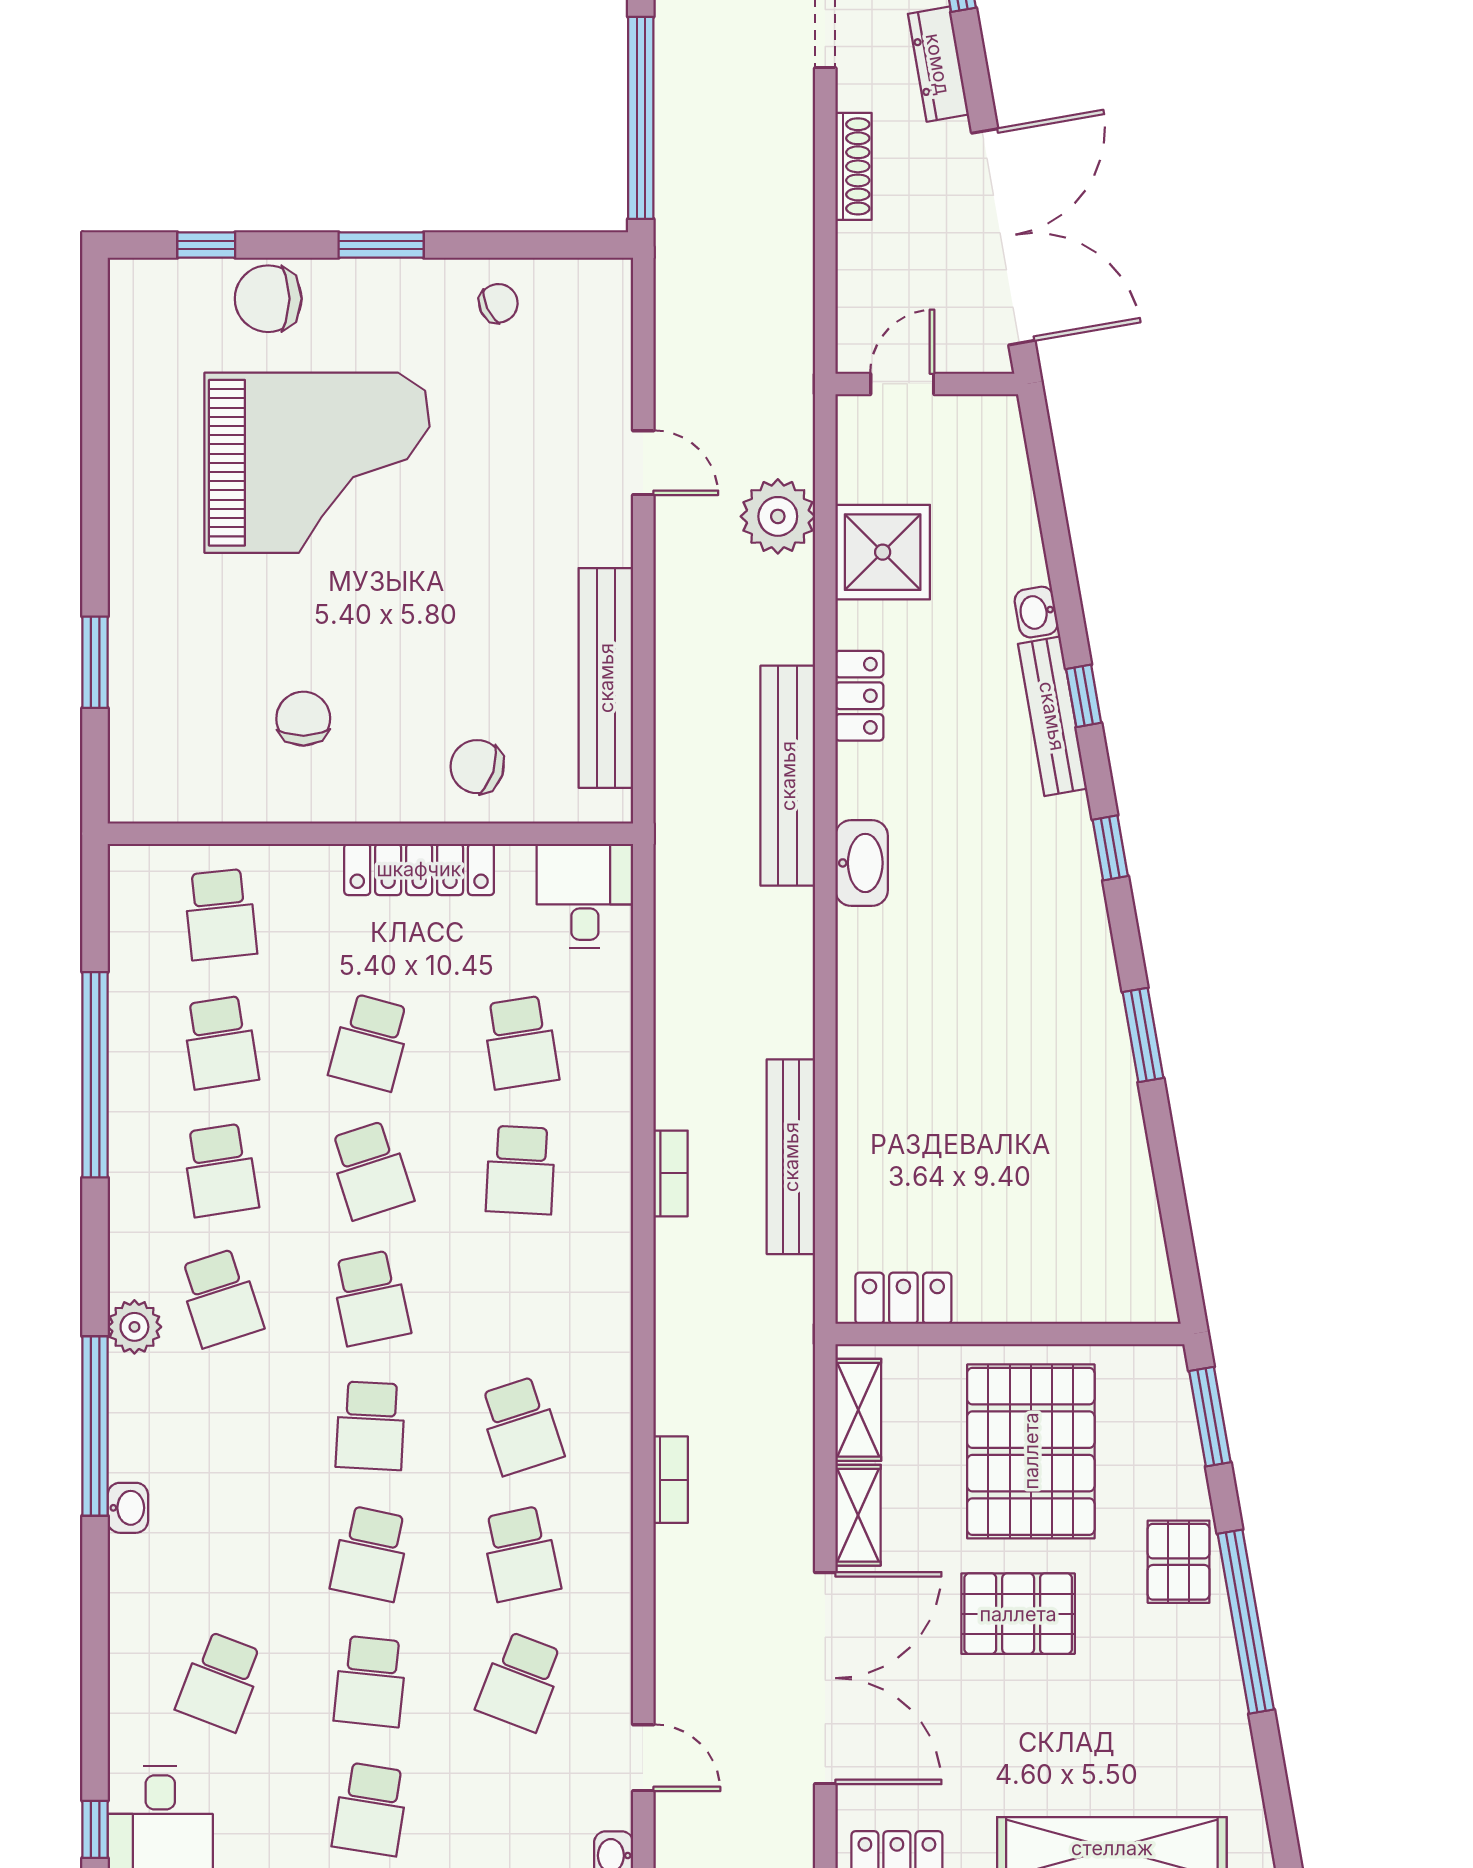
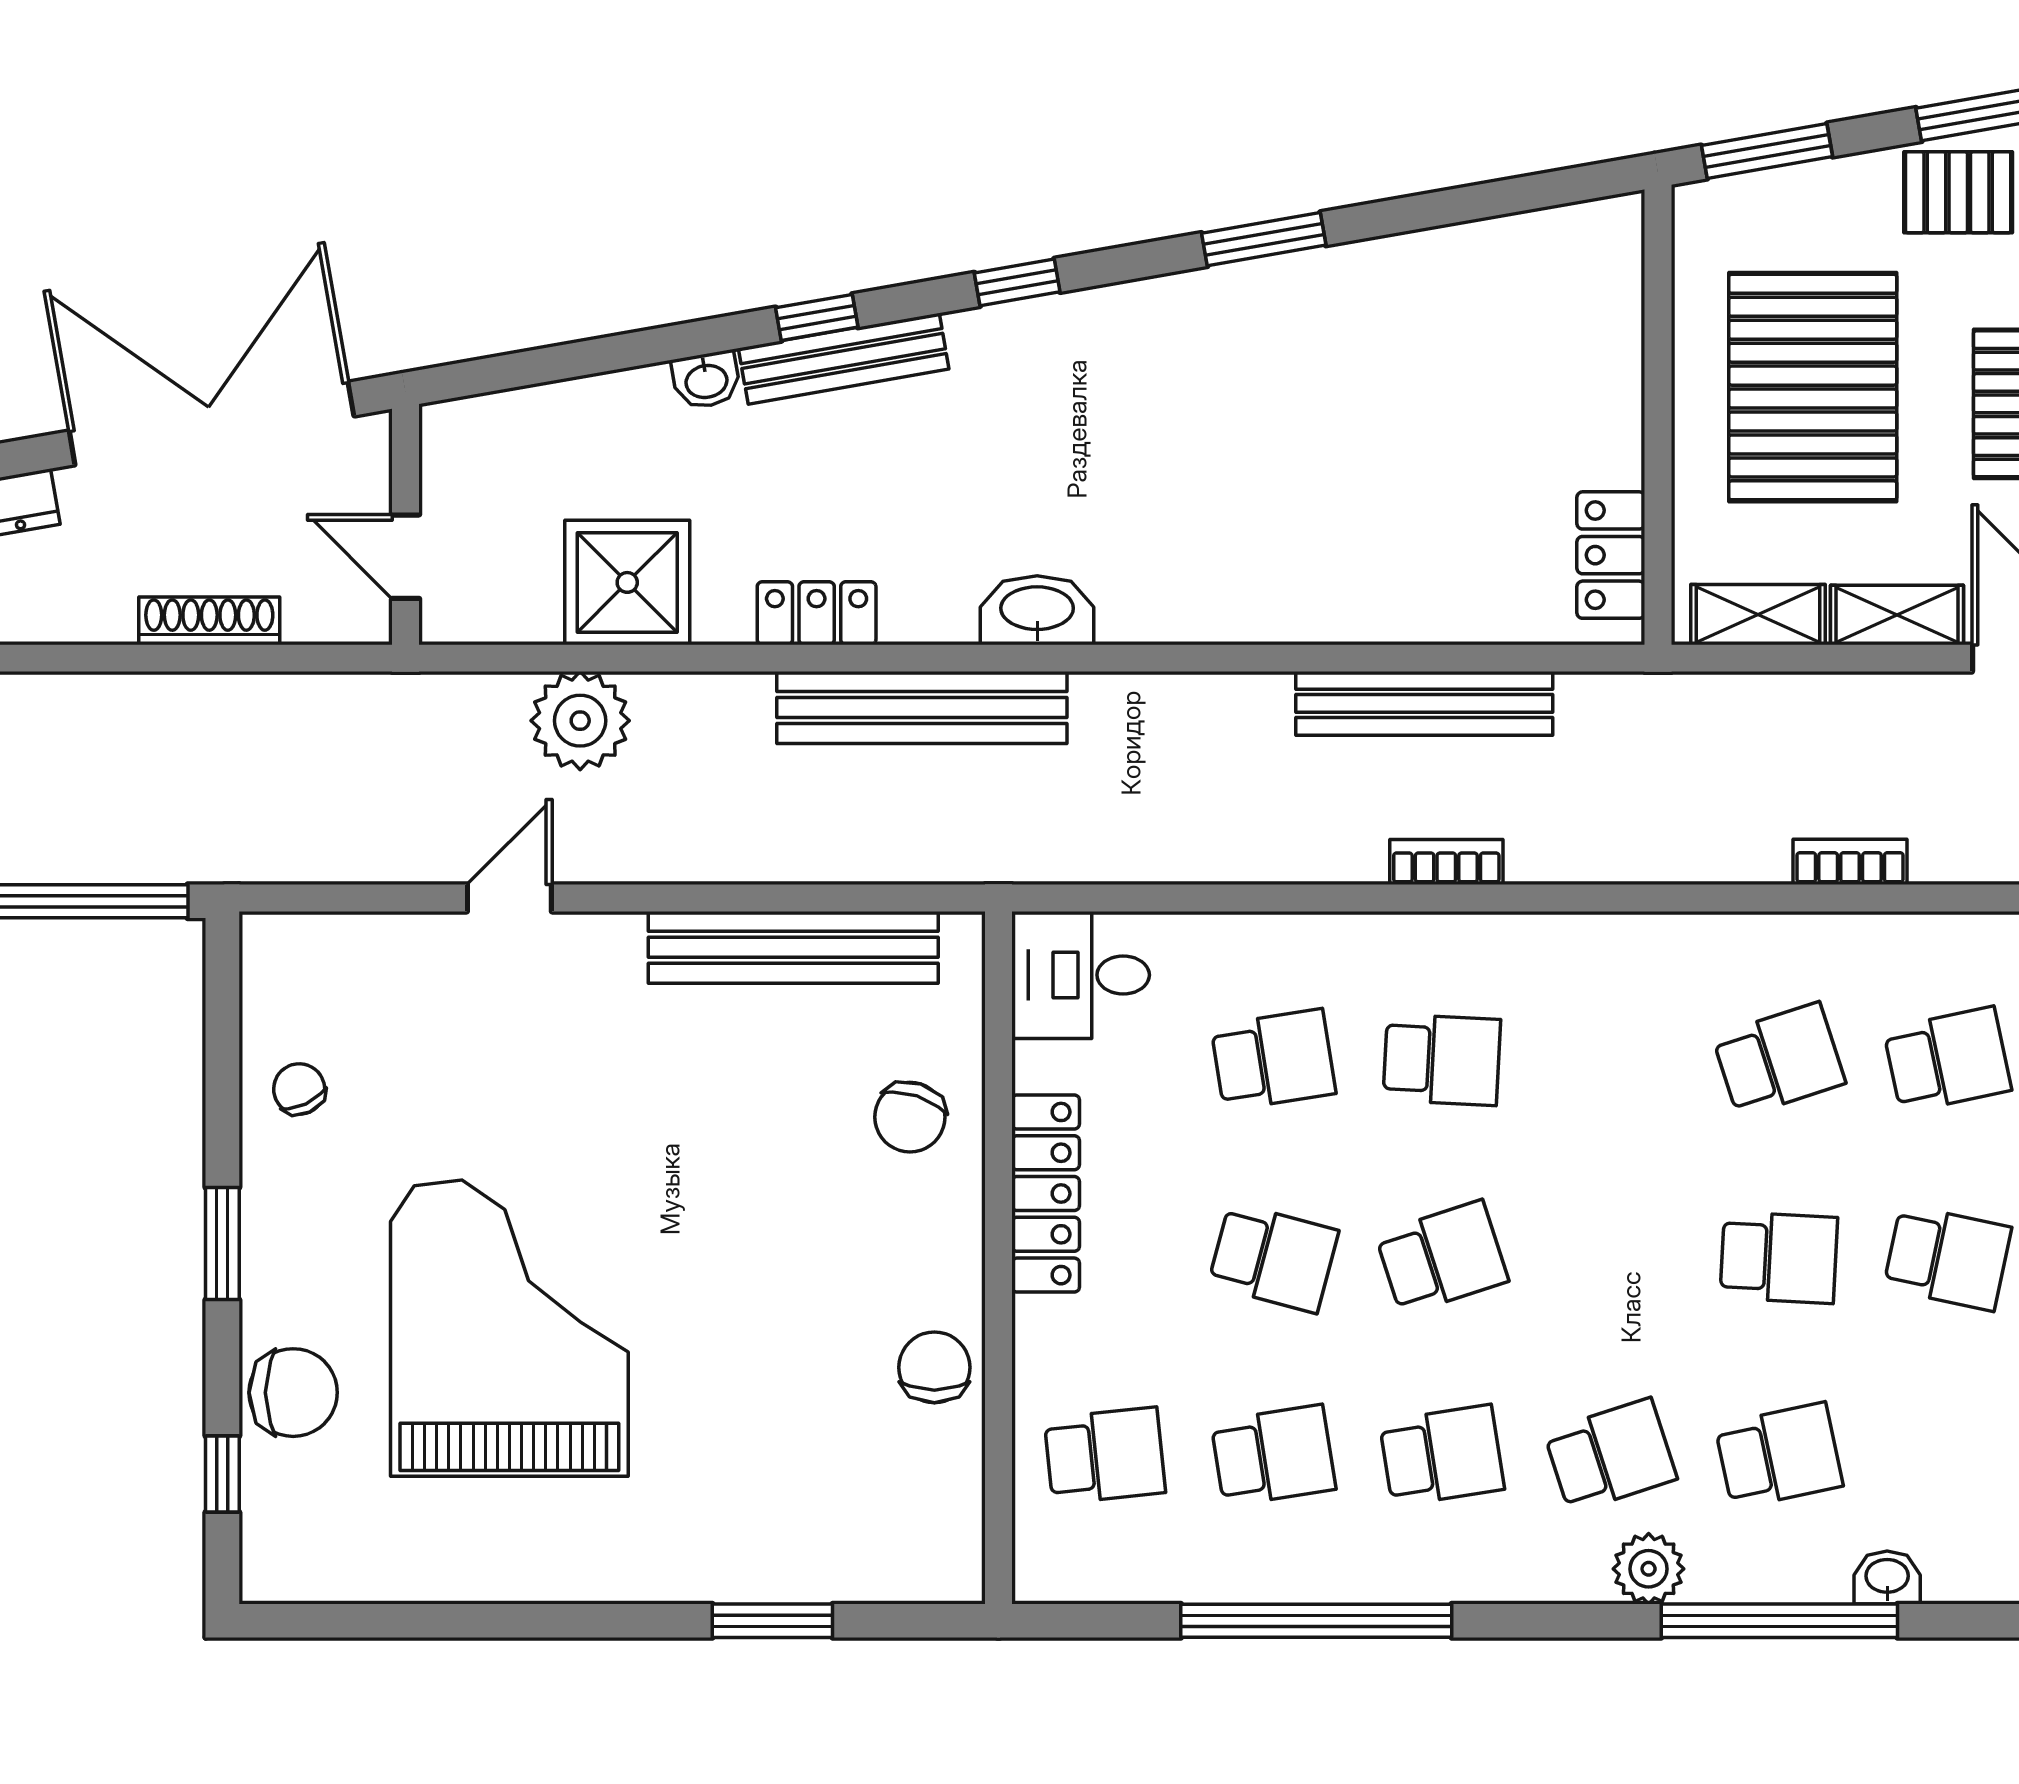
shoe rack: (854, 166) -> (209, 621), moved
chair: (268, 299) -> (293, 1393), turned -90
chair: (303, 719) -> (934, 1367), moved, turned 91
school desk: (370, 1298) -> (1779, 1456), moved
pallet: (1031, 1451) -> (1813, 387), turned 90

